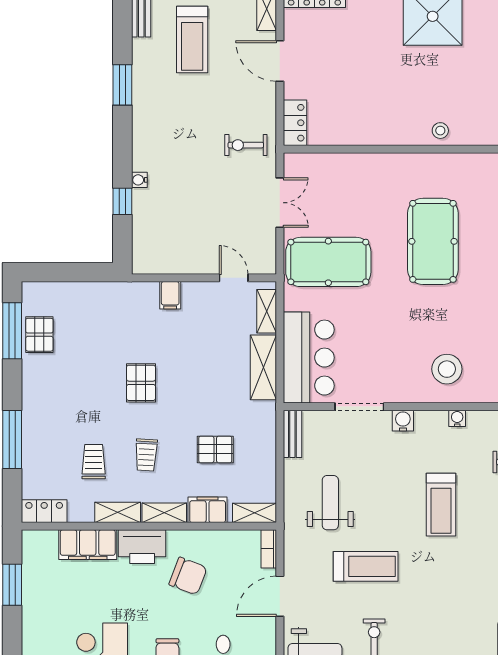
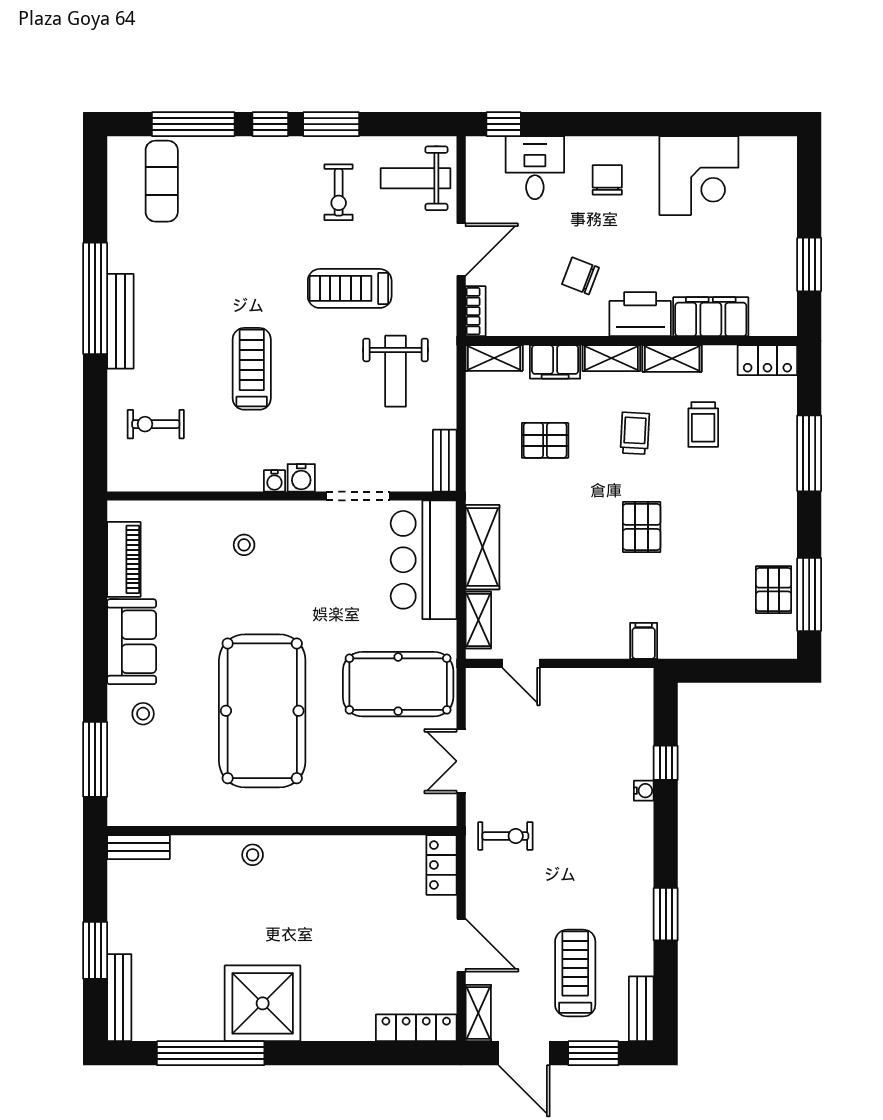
pool table: (433, 241) -> (262, 711), width x1.36, depth x1.32
filing cabinet: (170, 295) -> (644, 641), moved
stool: (447, 369) -> (244, 545), width x0.53, depth x0.53
water cooler: (457, 418) -> (274, 481), moved
chair: (188, 576) -> (580, 276), width x0.73, depth x0.73

